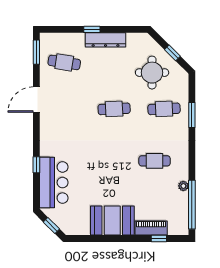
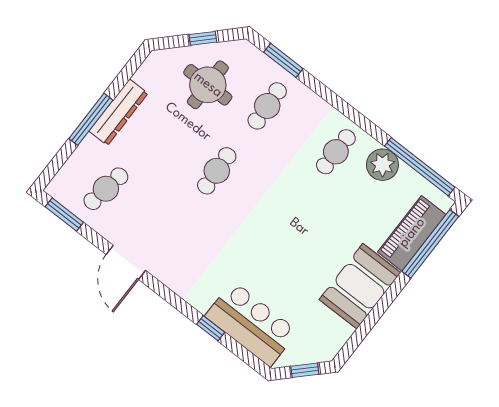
window: (92, 29) -> (91, 119), width x2.17
window: (192, 115) -> (283, 60), moved
cafe table: (155, 161) -> (336, 152), moved
plant: (183, 186) -> (382, 165), width x1.88, depth x1.88
piano: (151, 228) -> (412, 233), width x1.37, depth x1.33
window: (159, 238) -> (430, 244), width x3.17

